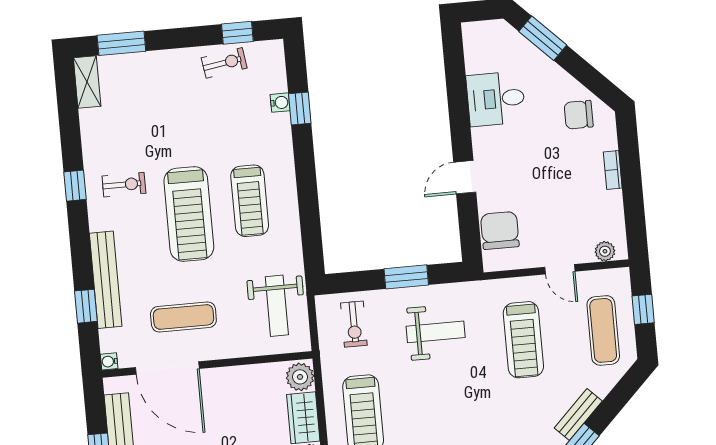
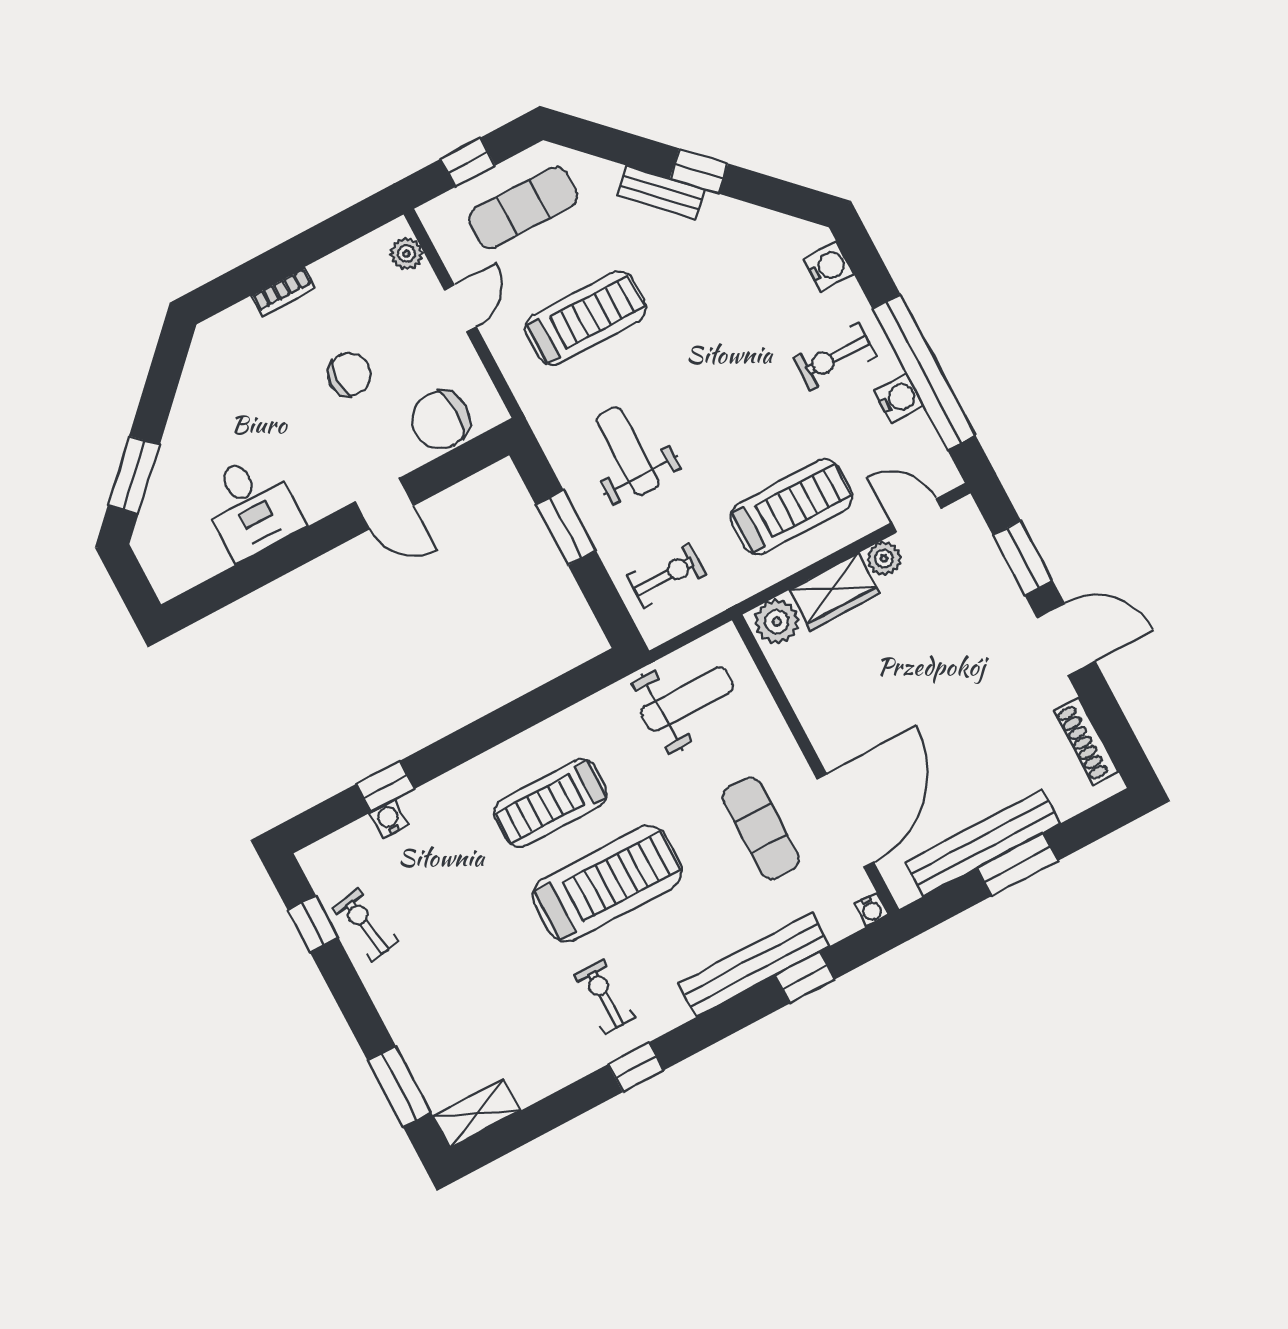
chair: (579, 115) -> (349, 374), moved, turned -90
treadmill: (250, 201) -> (551, 803), turned 180

